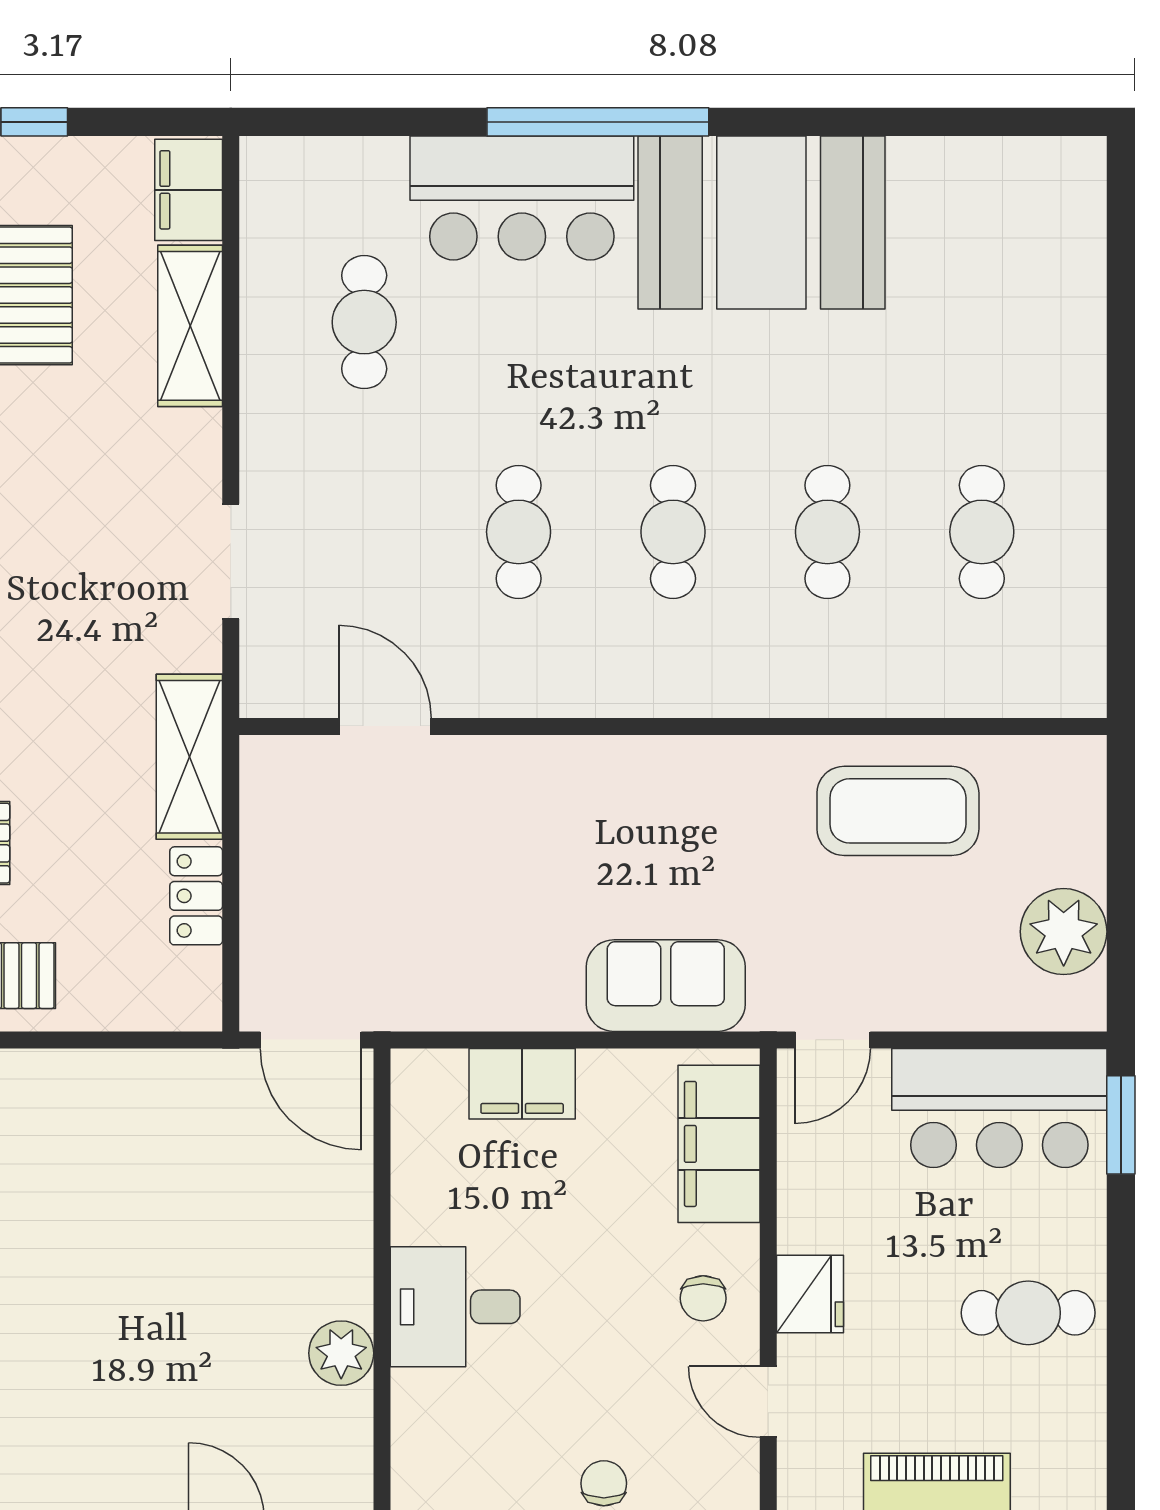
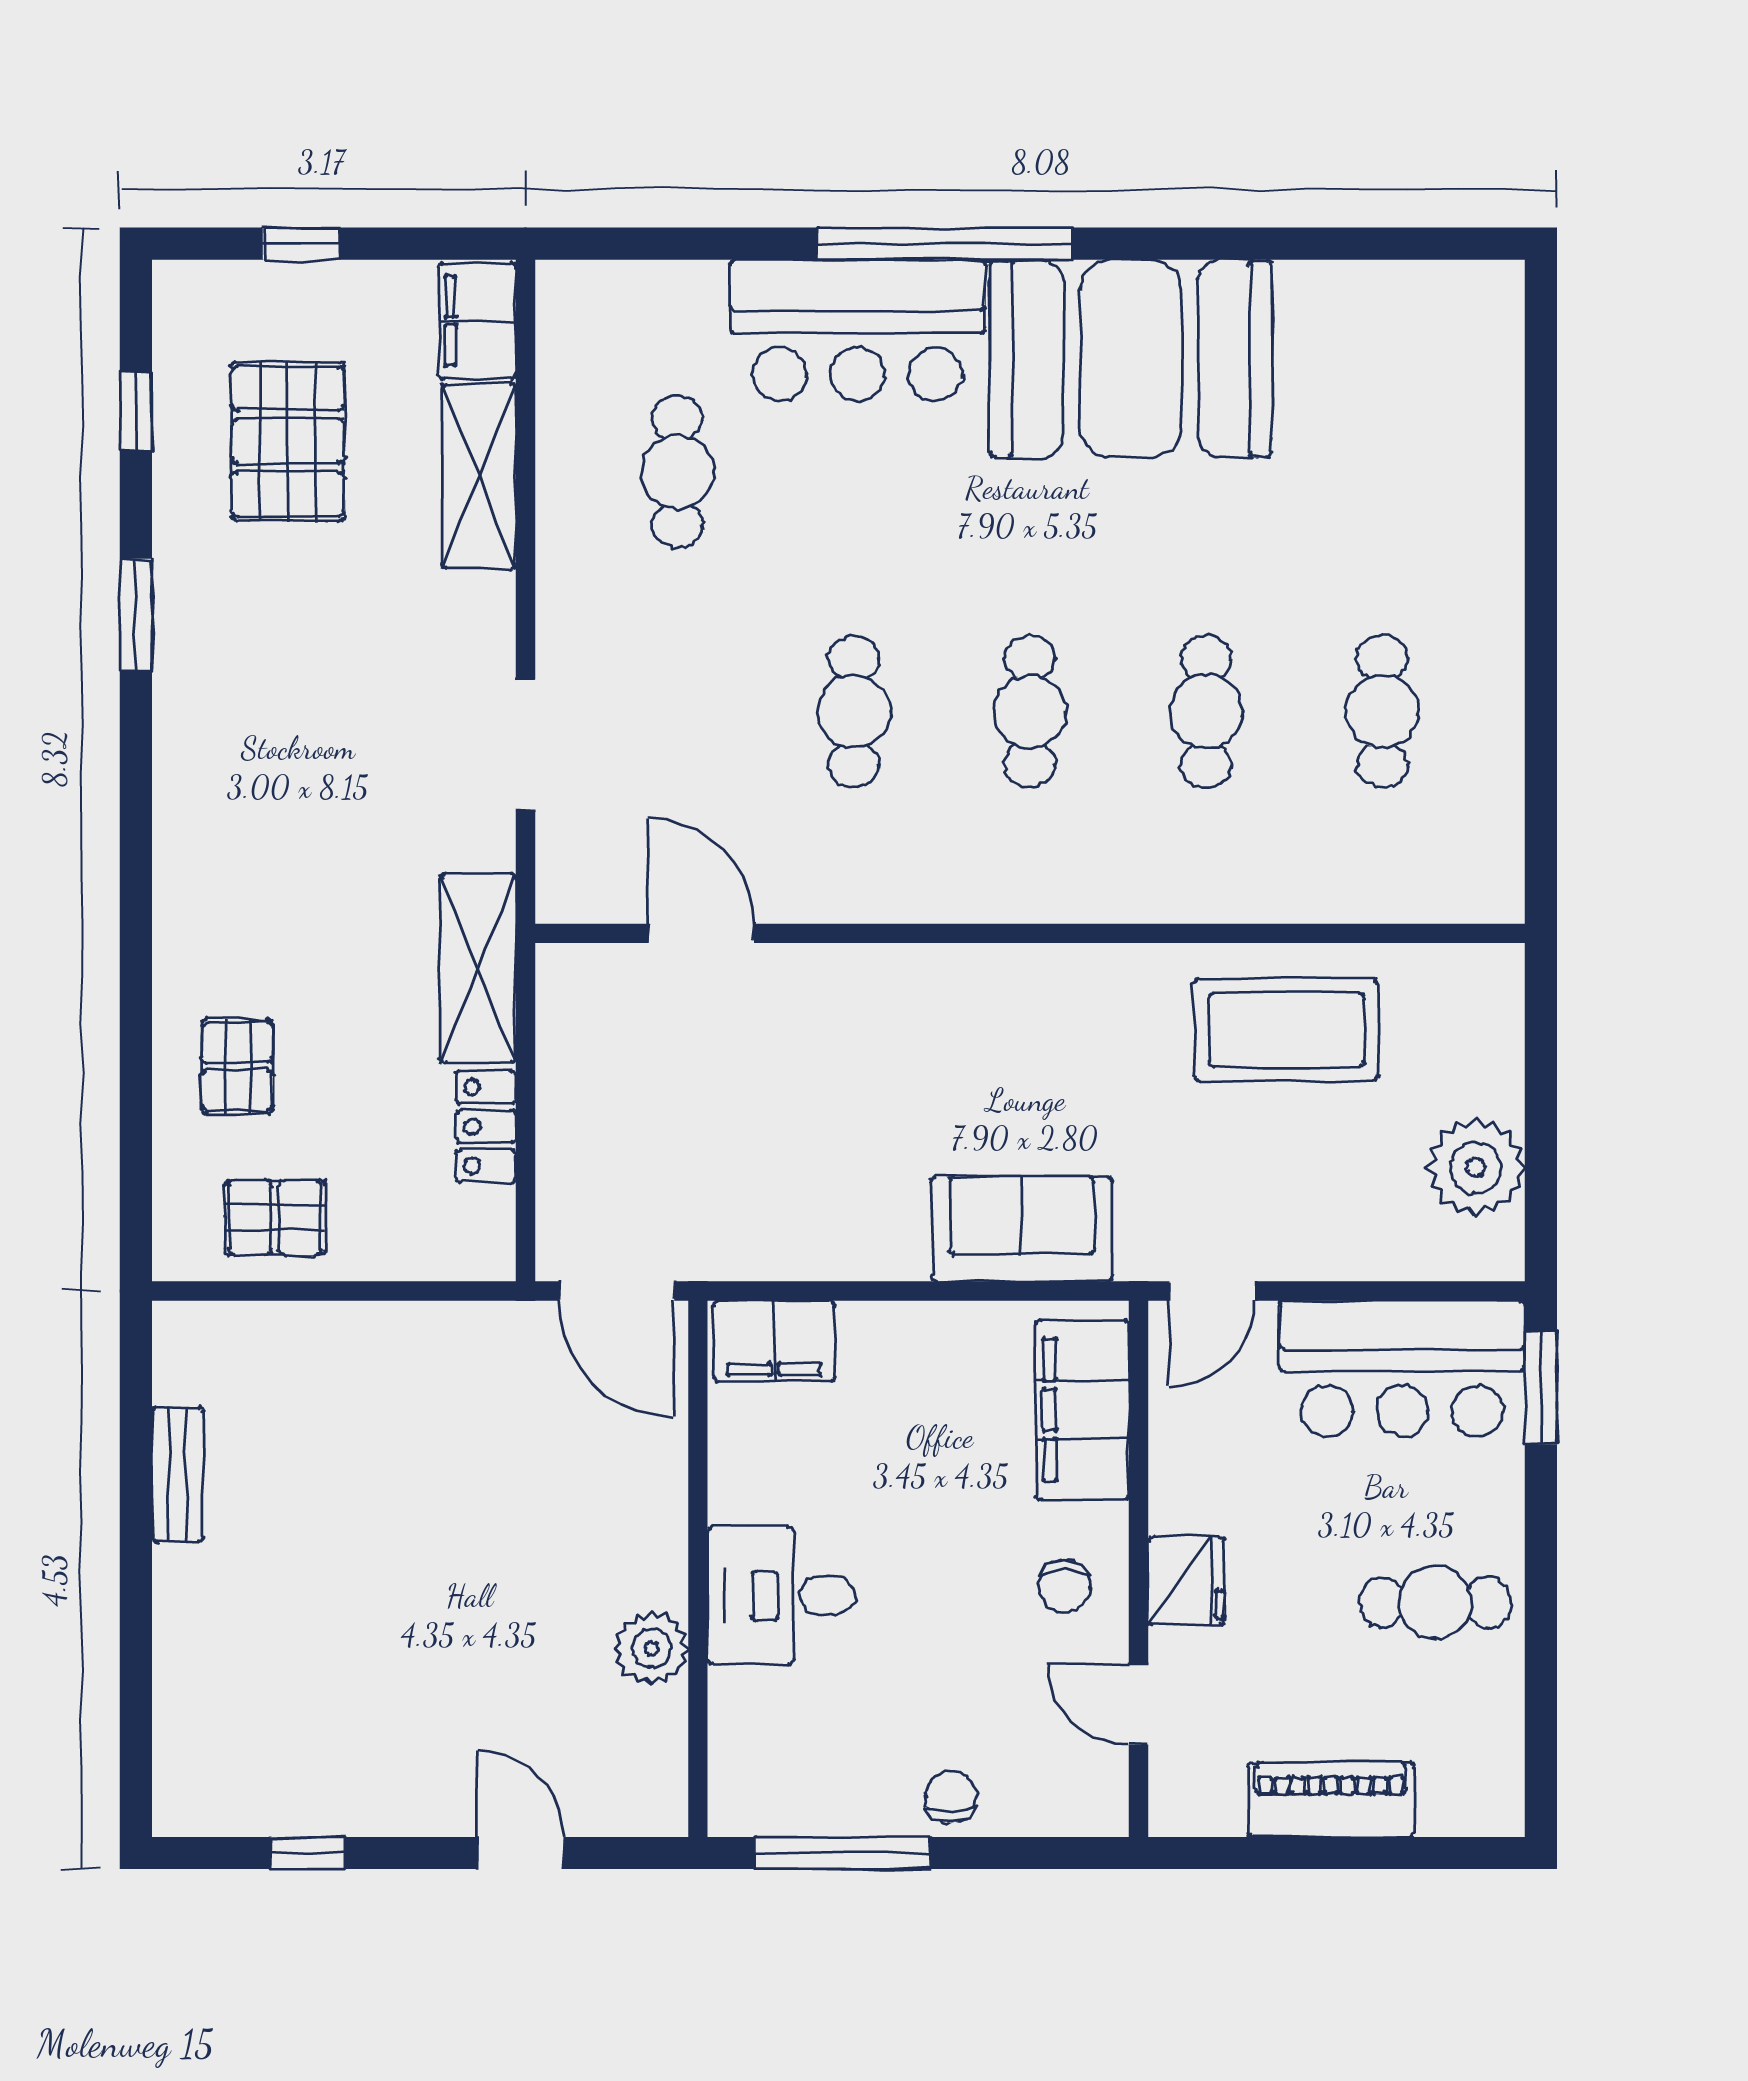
filing cabinet: (522, 1084) -> (775, 1341), moved

